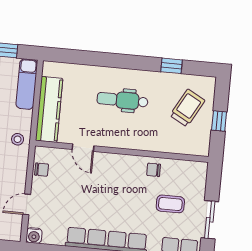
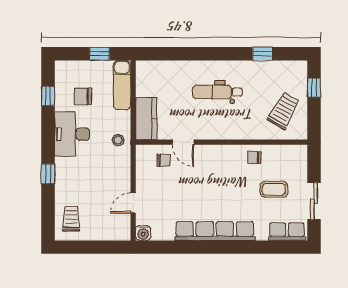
trolley: (187, 108) -> (283, 111), moved
kitchen counter: (49, 109) -> (146, 119), width x0.67
window: (219, 121) -> (314, 88), moved
chair: (42, 170) -> (163, 160), moved

